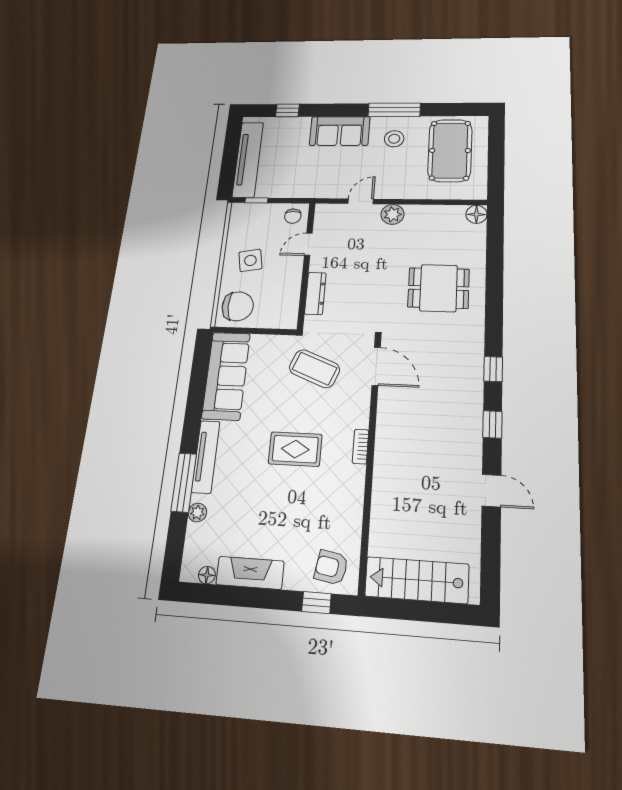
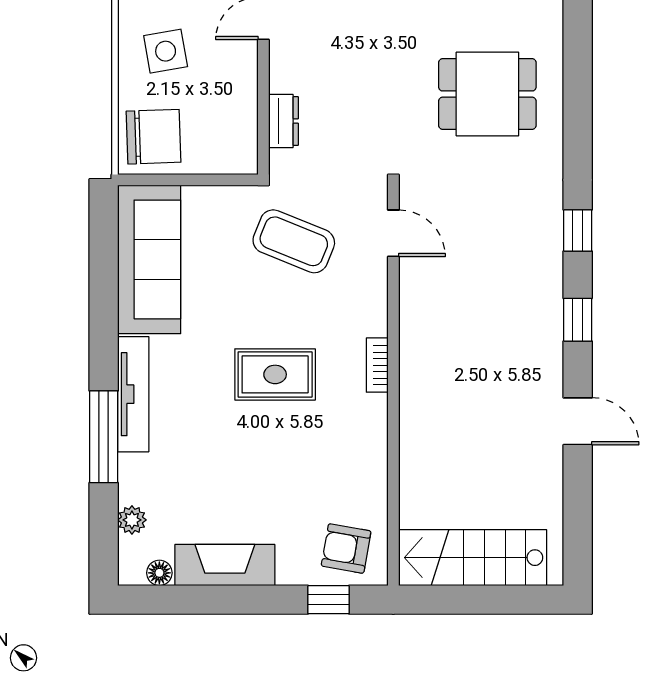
dresser: (315, 293) -> (284, 121), width x0.70
door: (376, 366) -> (393, 233), width x0.73
plant: (197, 513) -> (132, 520), moved

